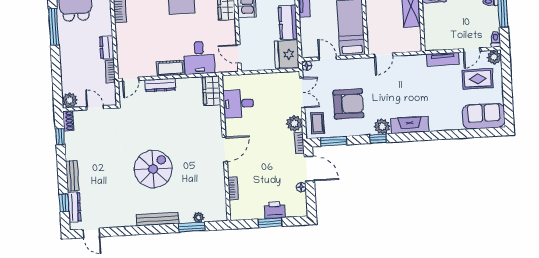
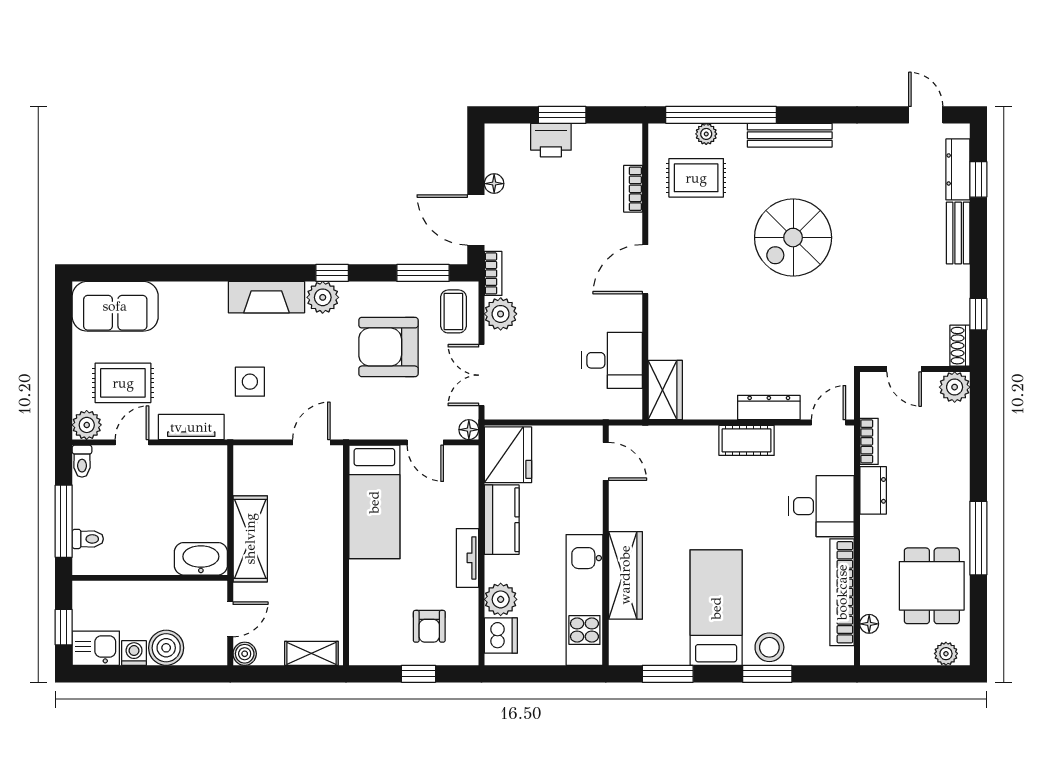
desk: (199, 58) -> (821, 506), moved, turned 90
side table: (415, 83) -> (250, 382), added
rug: (202, 196) -> (696, 178), added
window: (192, 227) -> (721, 115), width x2.11

